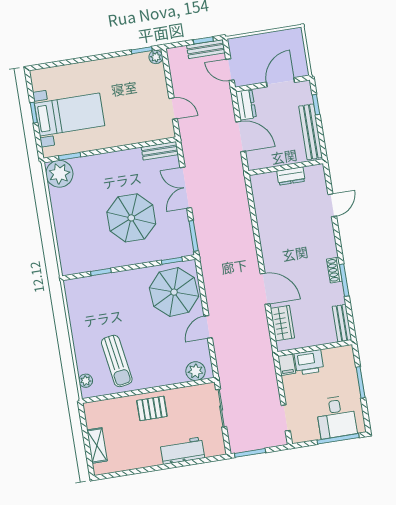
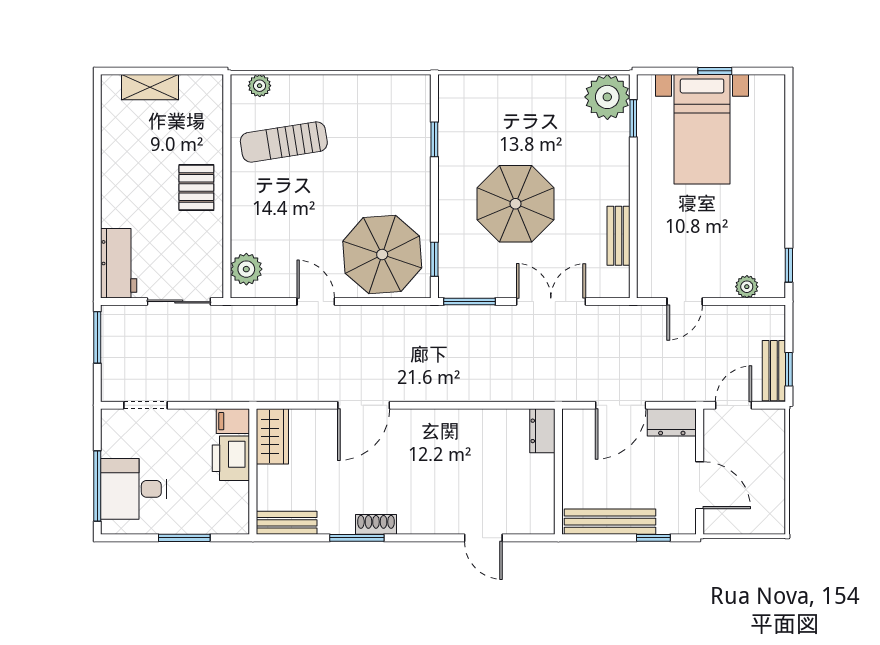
plant: (156, 57) -> (747, 287), moved
bench: (160, 151) -> (618, 236), moved
dresser: (291, 176) -> (542, 431), moved
wardrobe: (282, 323) -> (272, 436), moved, turned -90
workbench: (182, 451) -> (119, 263), moved

